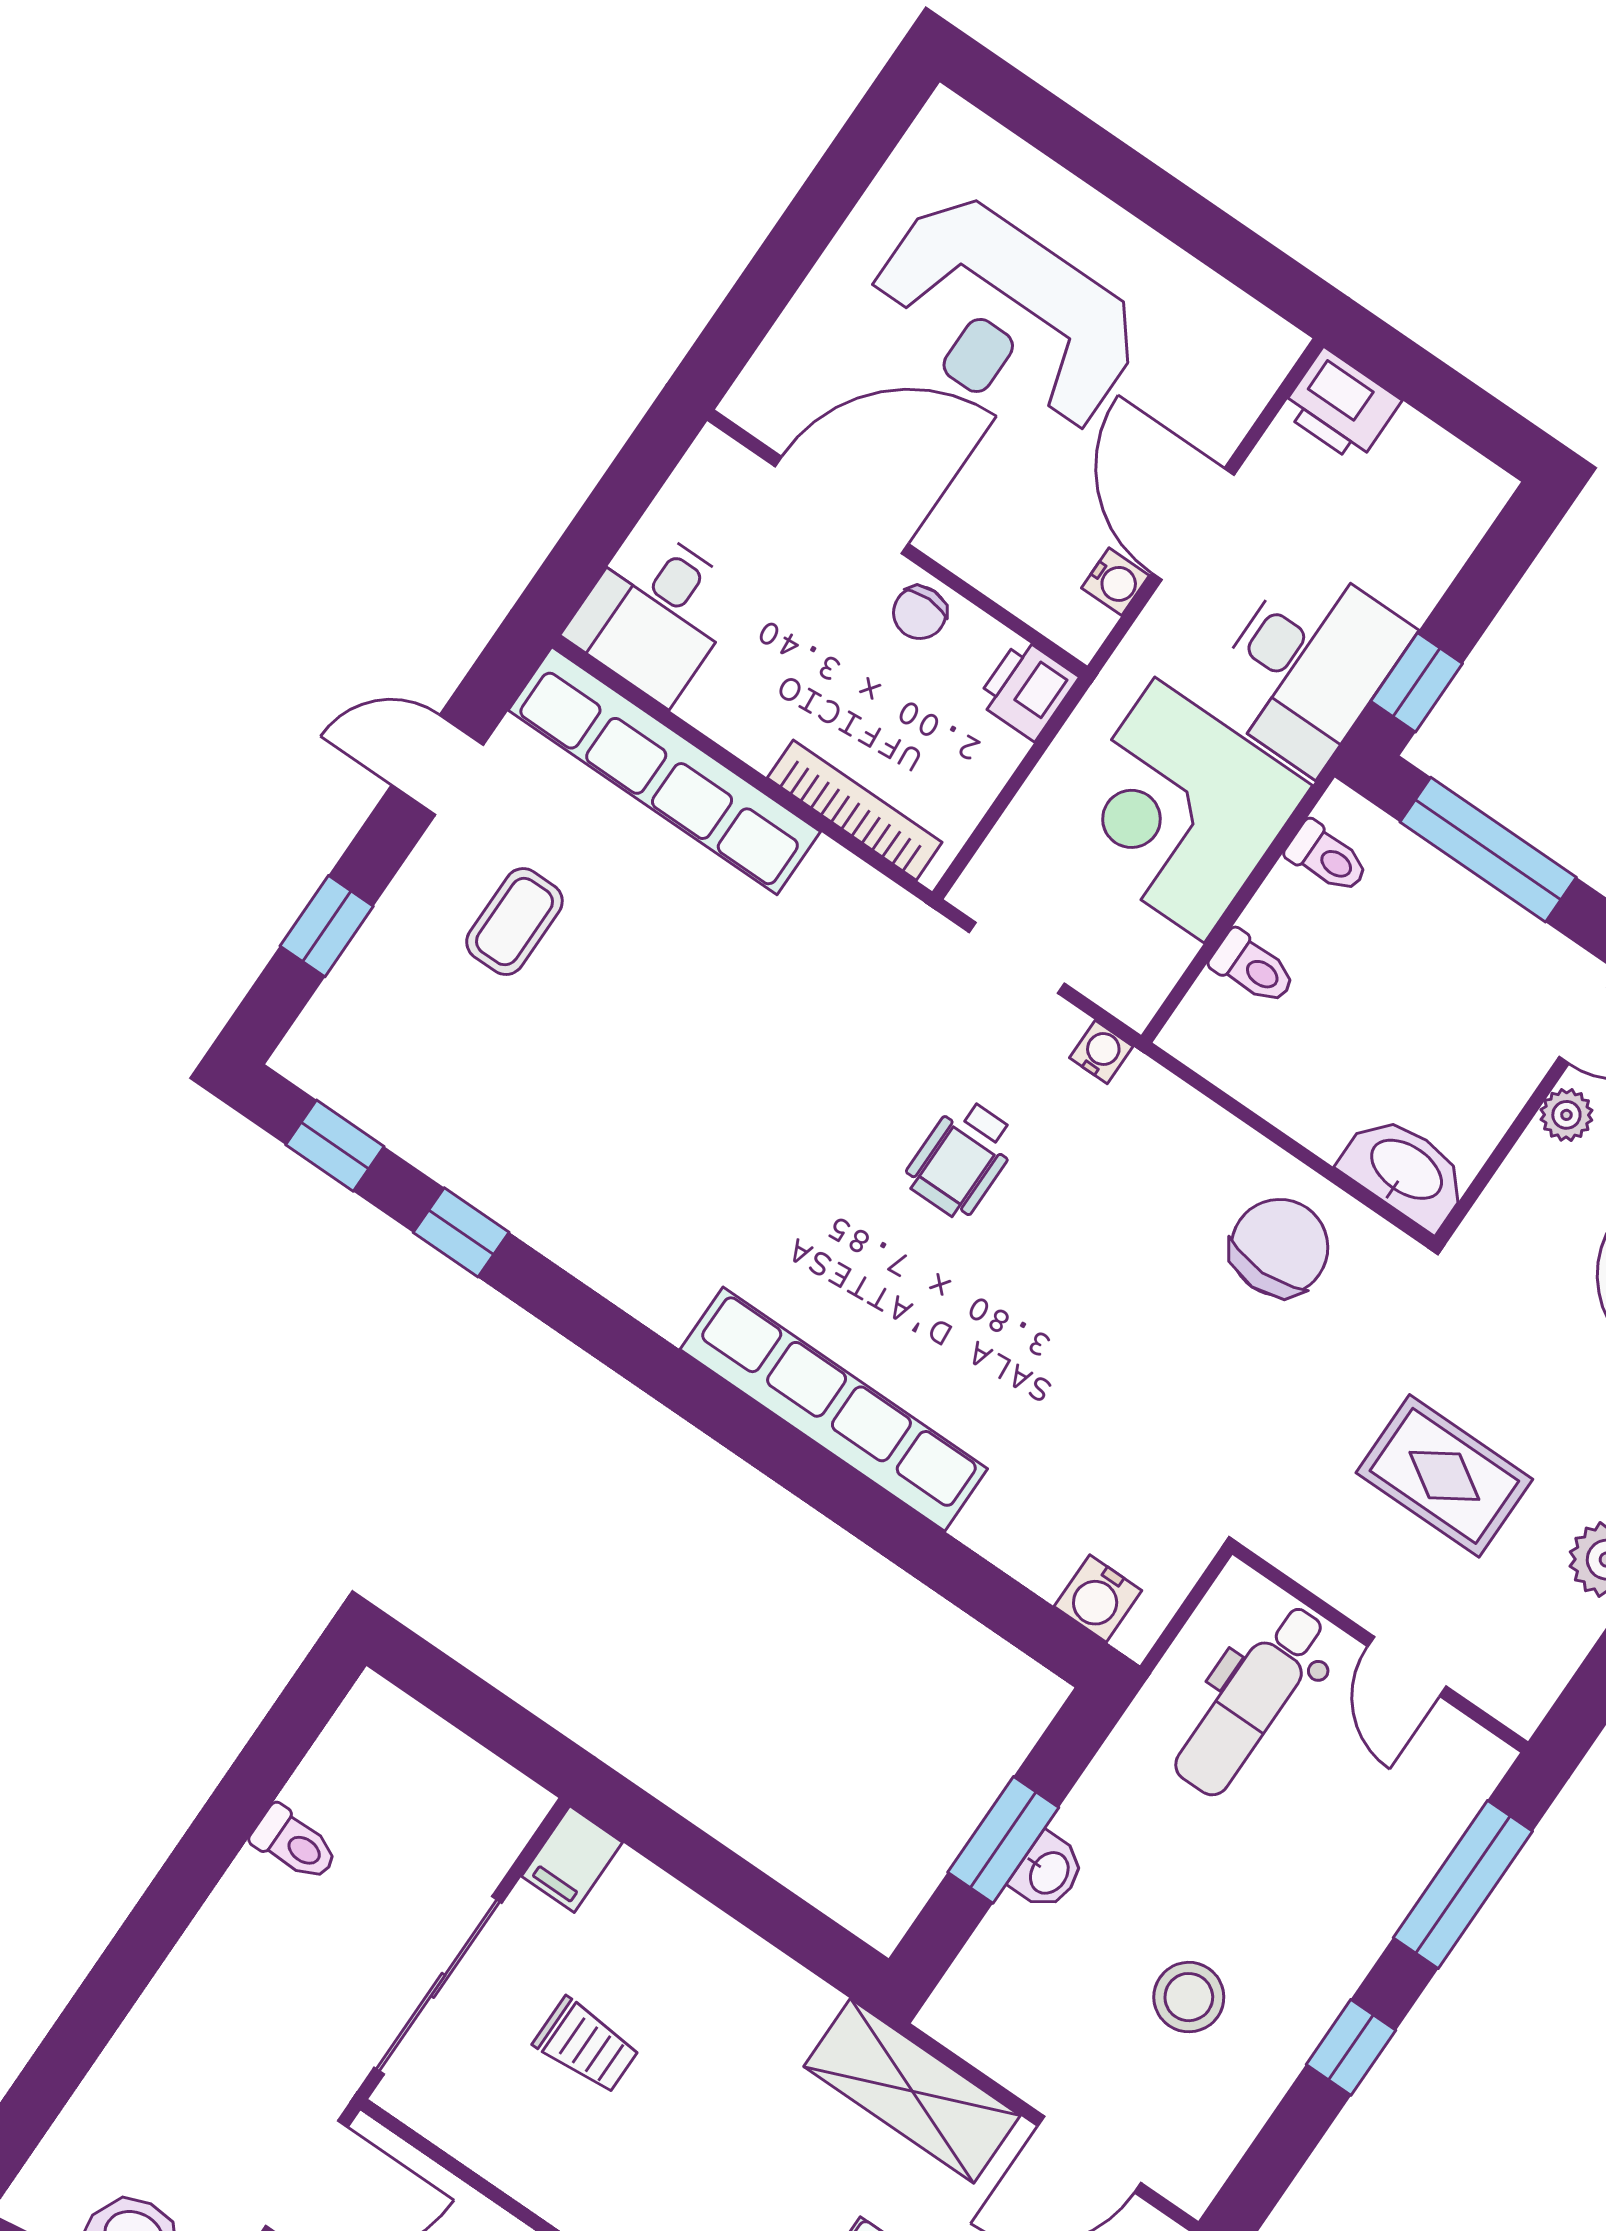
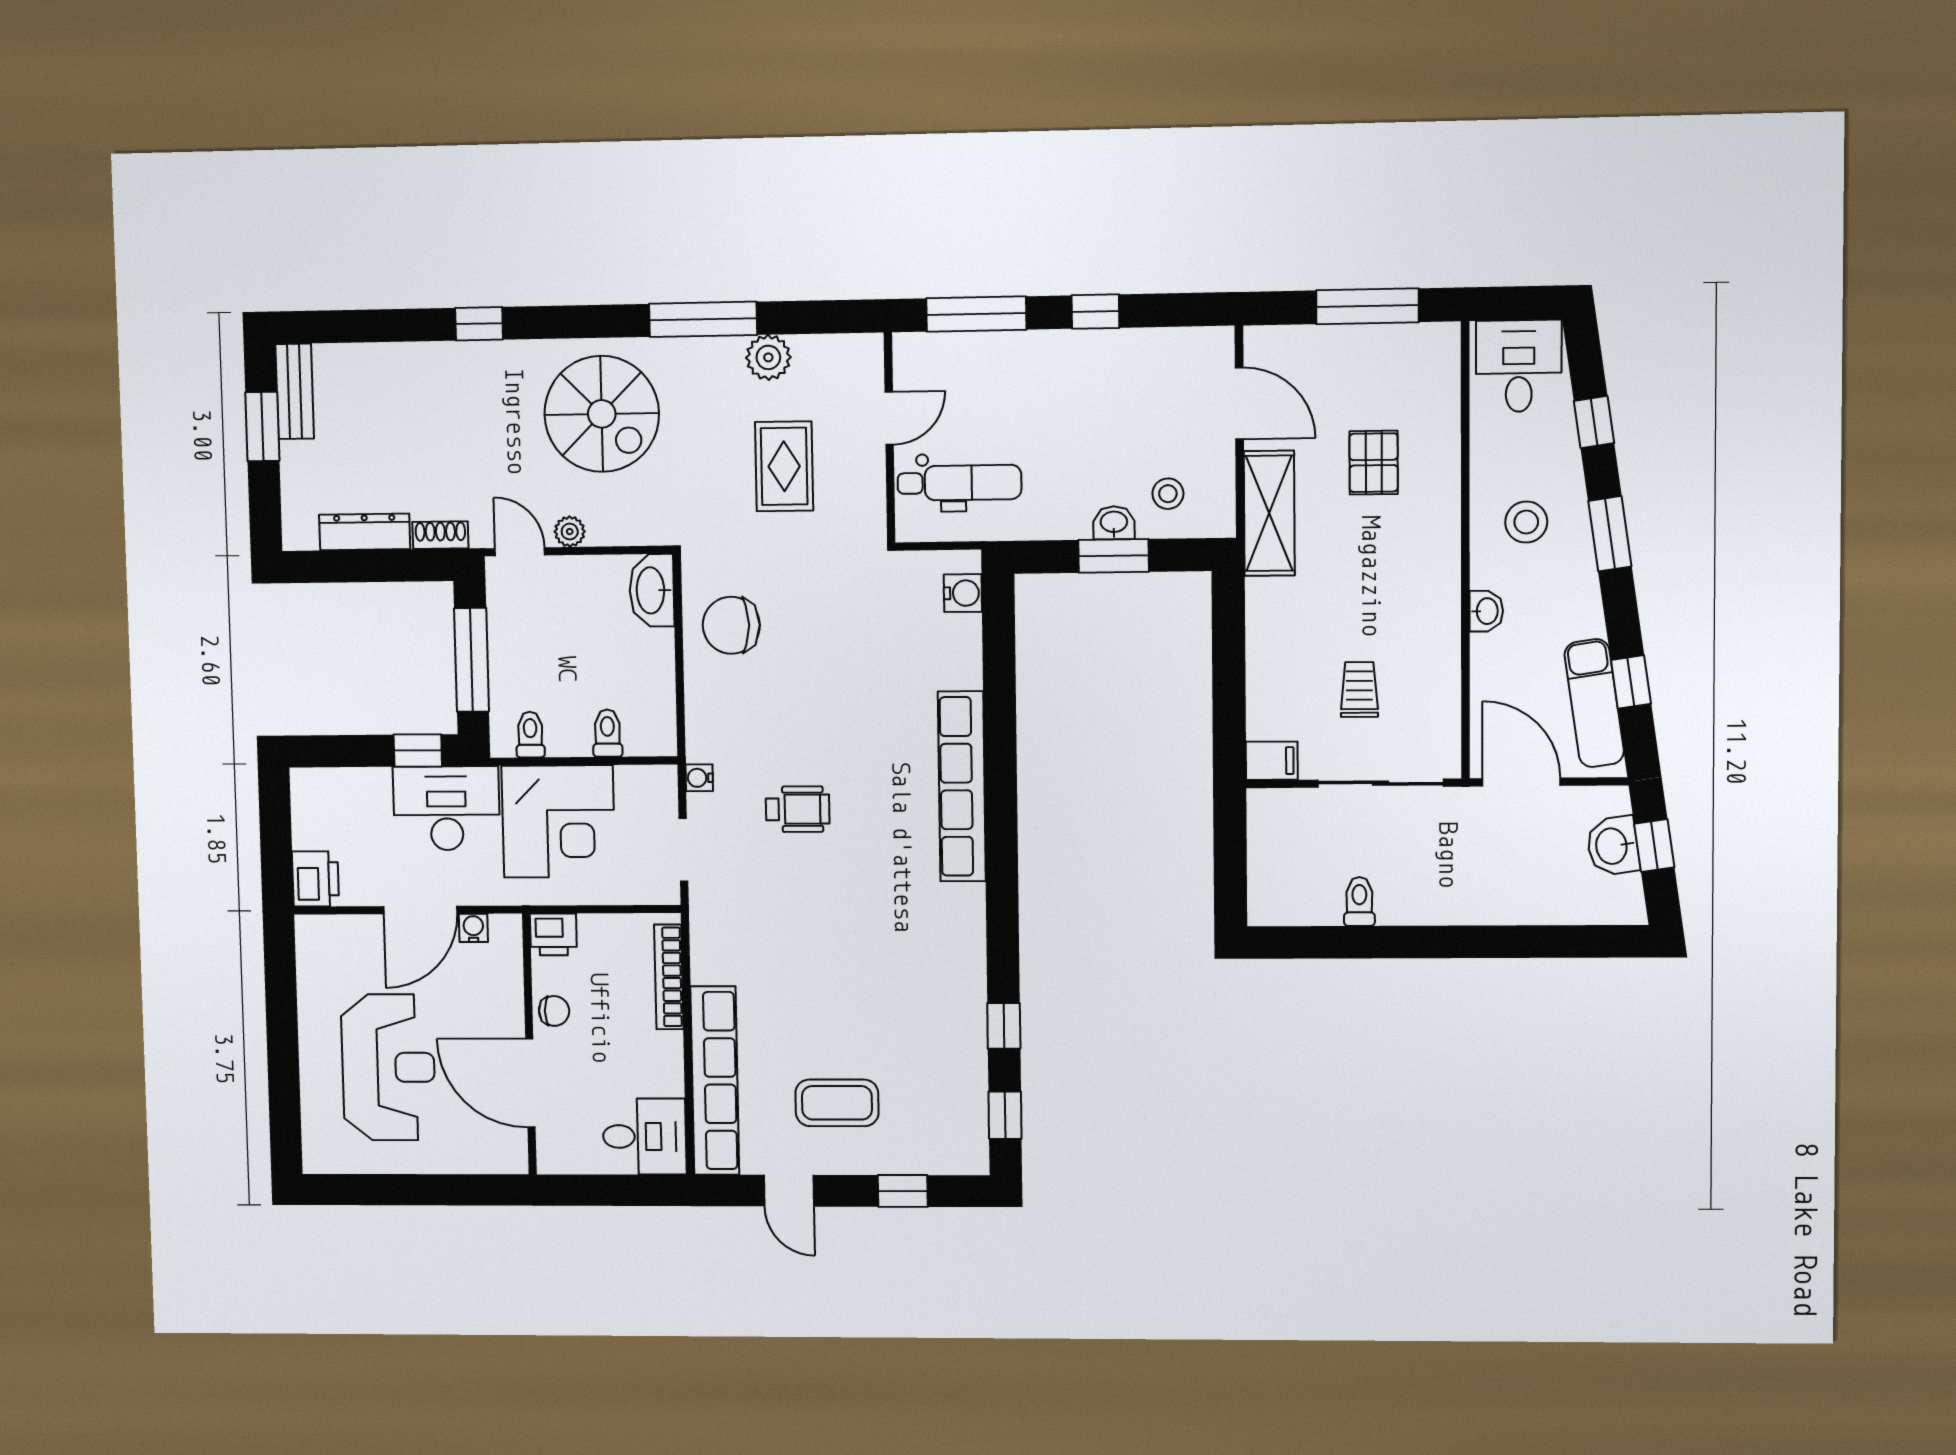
coffee table: (514, 922) -> (837, 1103), width x1.36, depth x1.30
stool: (1189, 1997) -> (1168, 494), moved, width x0.73, depth x0.73

